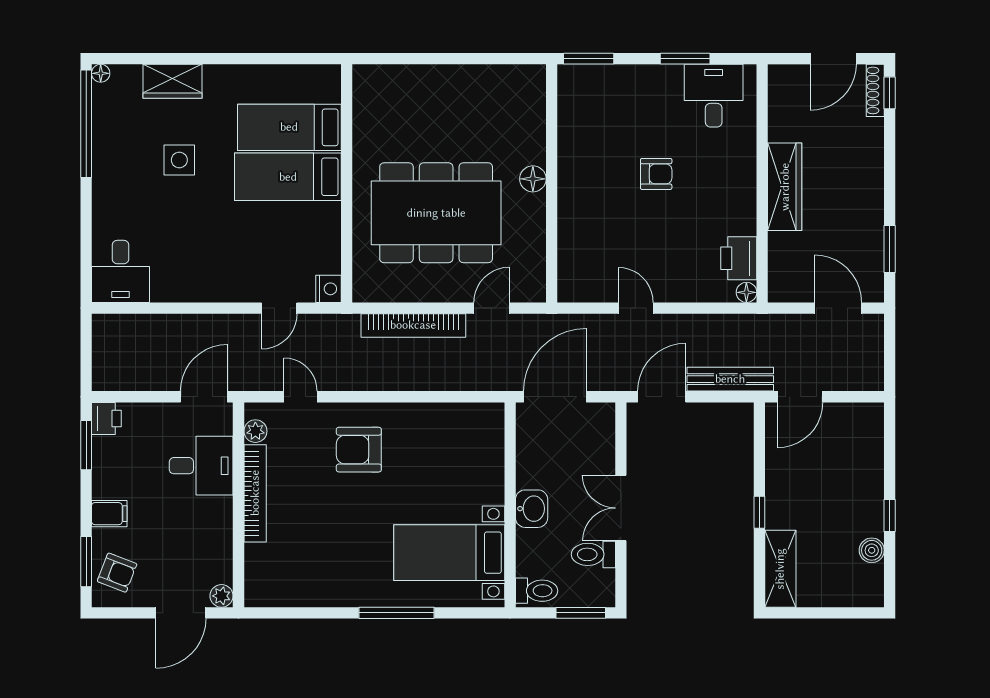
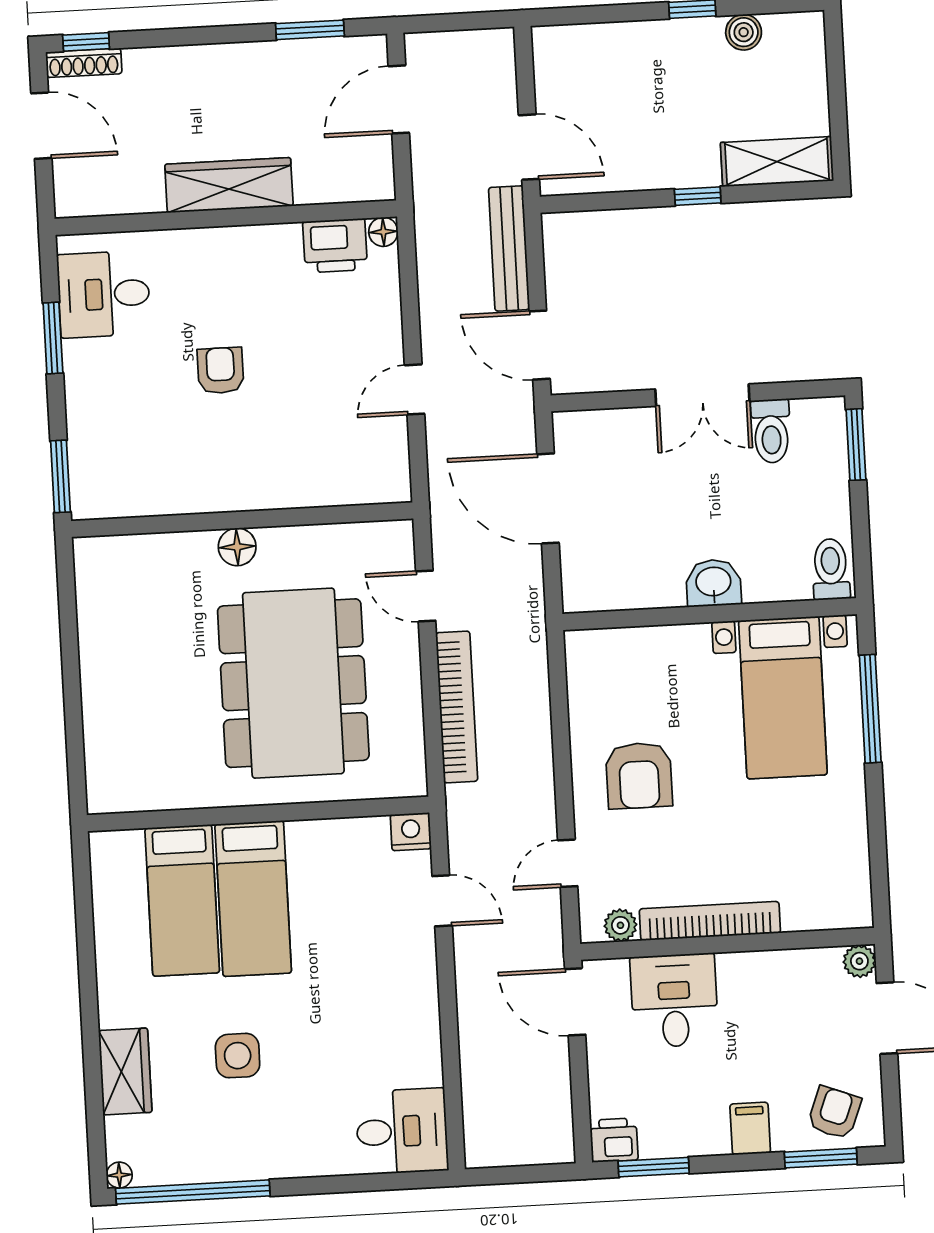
wall: (510, 505) -> (710, 614), moved
washbasin: (532, 509) -> (713, 583), moved
bed with nightstands: (449, 553) -> (783, 698), moved
toilet: (537, 591) -> (831, 569), moved

